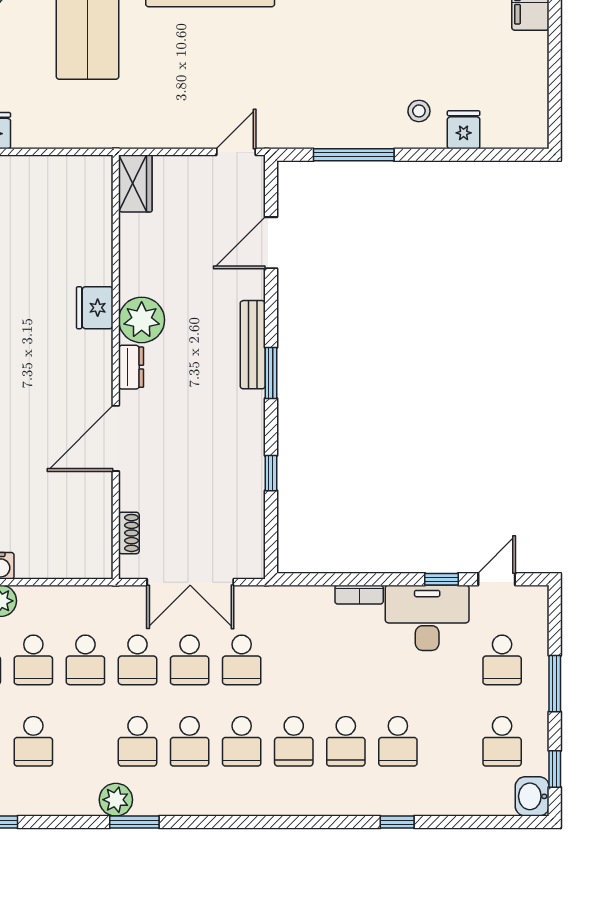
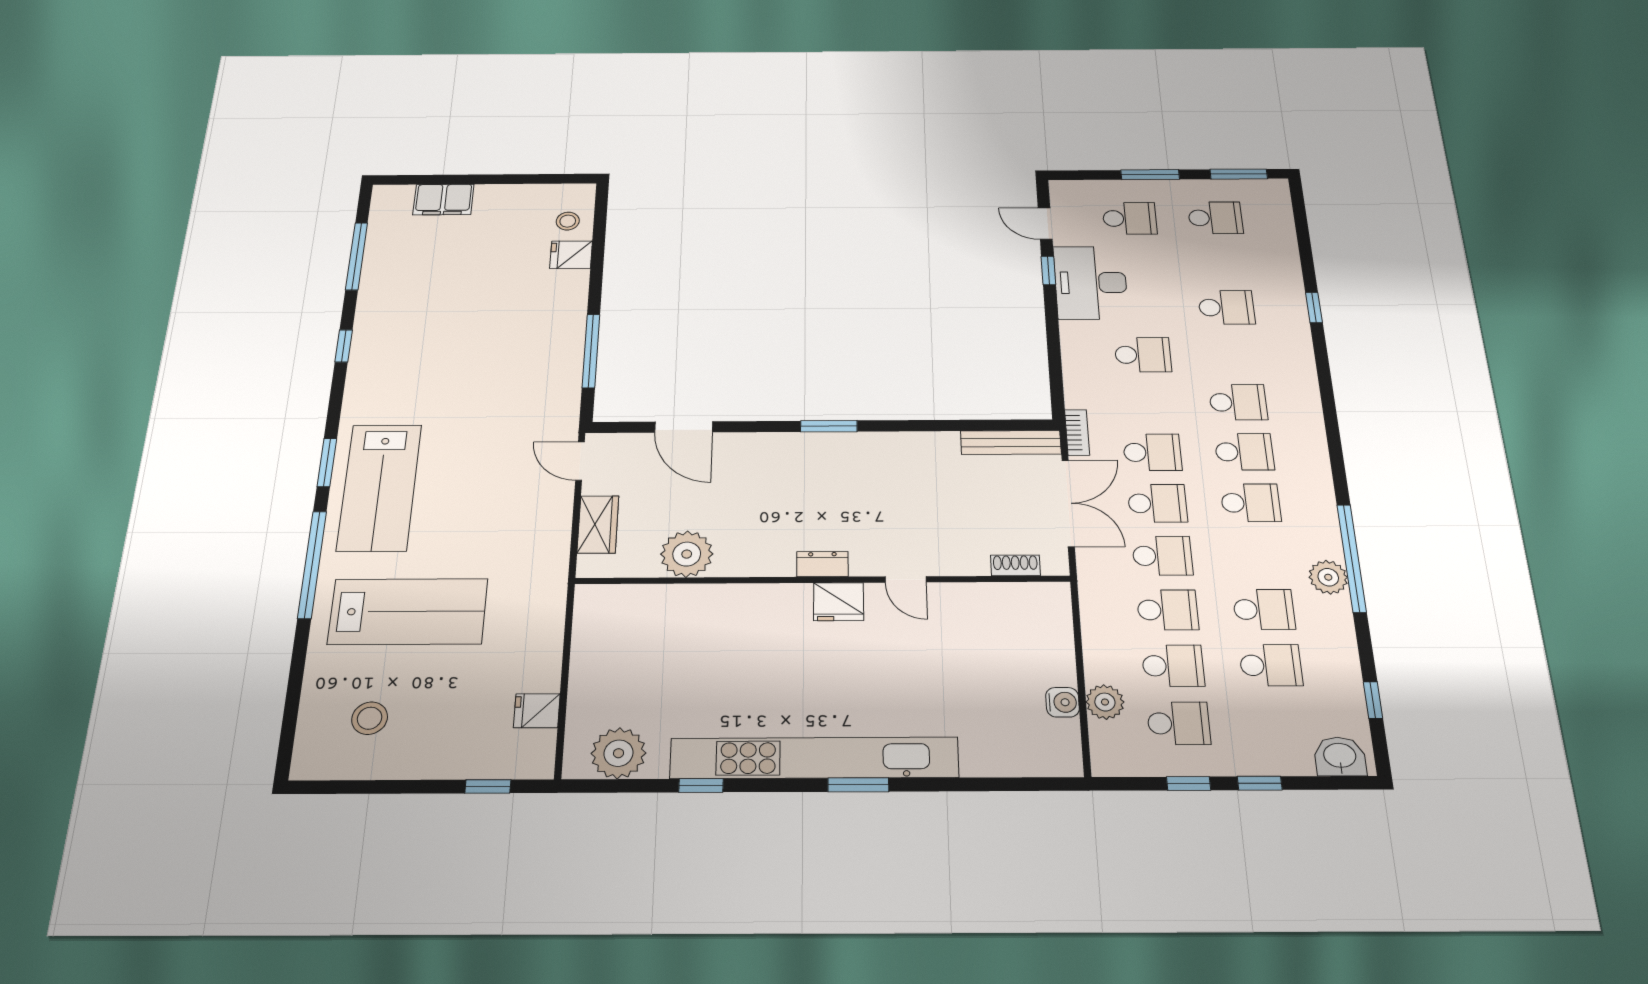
stool: (419, 111) -> (568, 221), moved
wardrobe: (135, 183) -> (598, 524), moved, turned 90
fridge: (95, 308) -> (839, 602), moved
plant: (142, 320) -> (687, 554), moved
bench: (253, 345) -> (1011, 442), moved
door: (116, 438) -> (906, 579), width x0.53
window: (271, 473) -> (941, 426), removed
bookcase: (359, 595) -> (1077, 432), moved
school desk: (137, 741) -> (1264, 609), moved
school desk: (346, 741) -> (1143, 355), moved
window: (555, 769) -> (1239, 174), width x1.50
washbasin: (532, 796) -> (1270, 192), removed
window: (134, 822) -> (1352, 558), width x2.11

